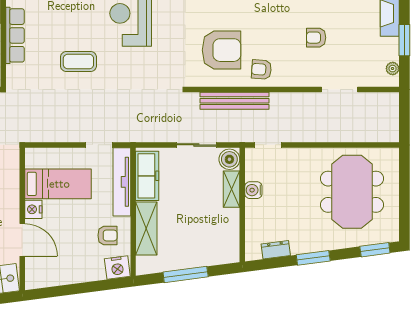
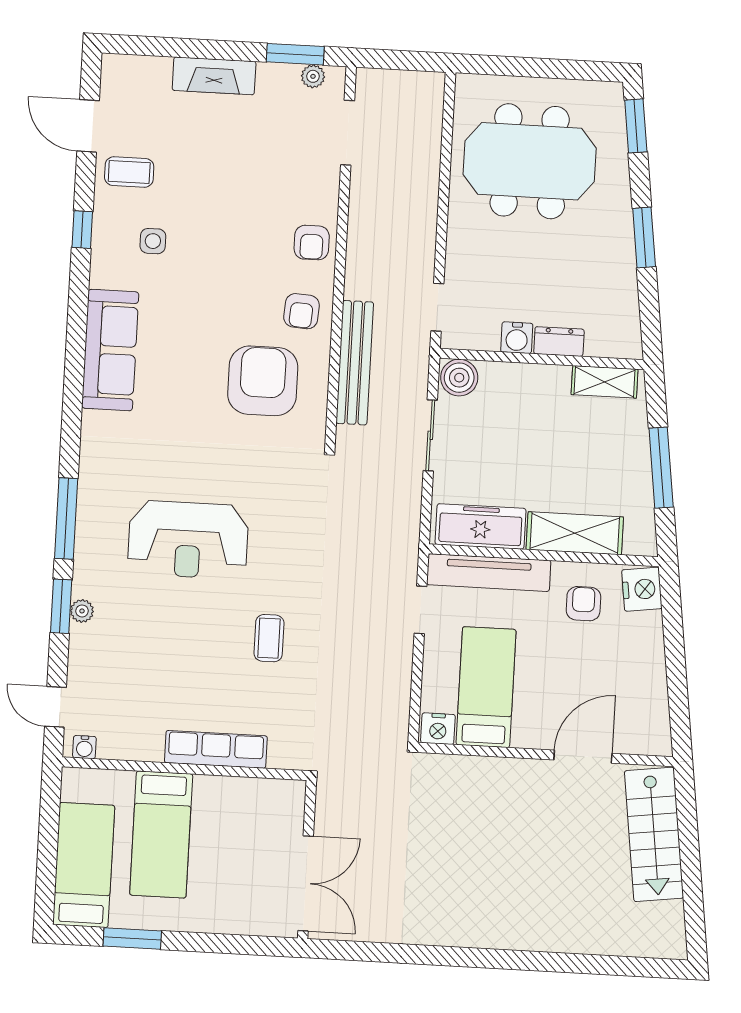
armchair: (316, 38) -> (312, 243), moved
window: (404, 40) -> (295, 54), moved
coffee table: (78, 62) -> (269, 638), width x0.73, depth x0.77
doorway: (340, 90) -> (348, 133), moved
shelving: (232, 189) -> (605, 382), moved
nightstand: (33, 209) -> (438, 729), moved
dresser: (276, 250) -> (559, 342), moved, turned 97

